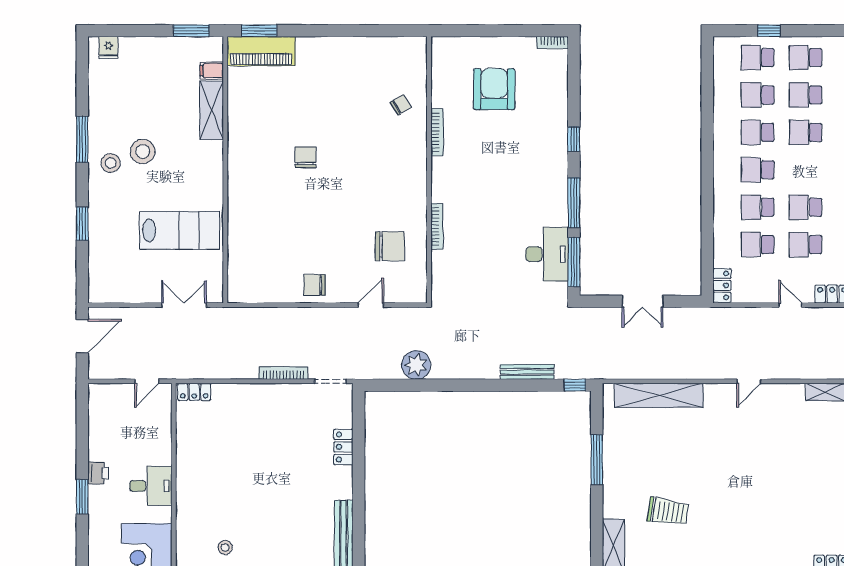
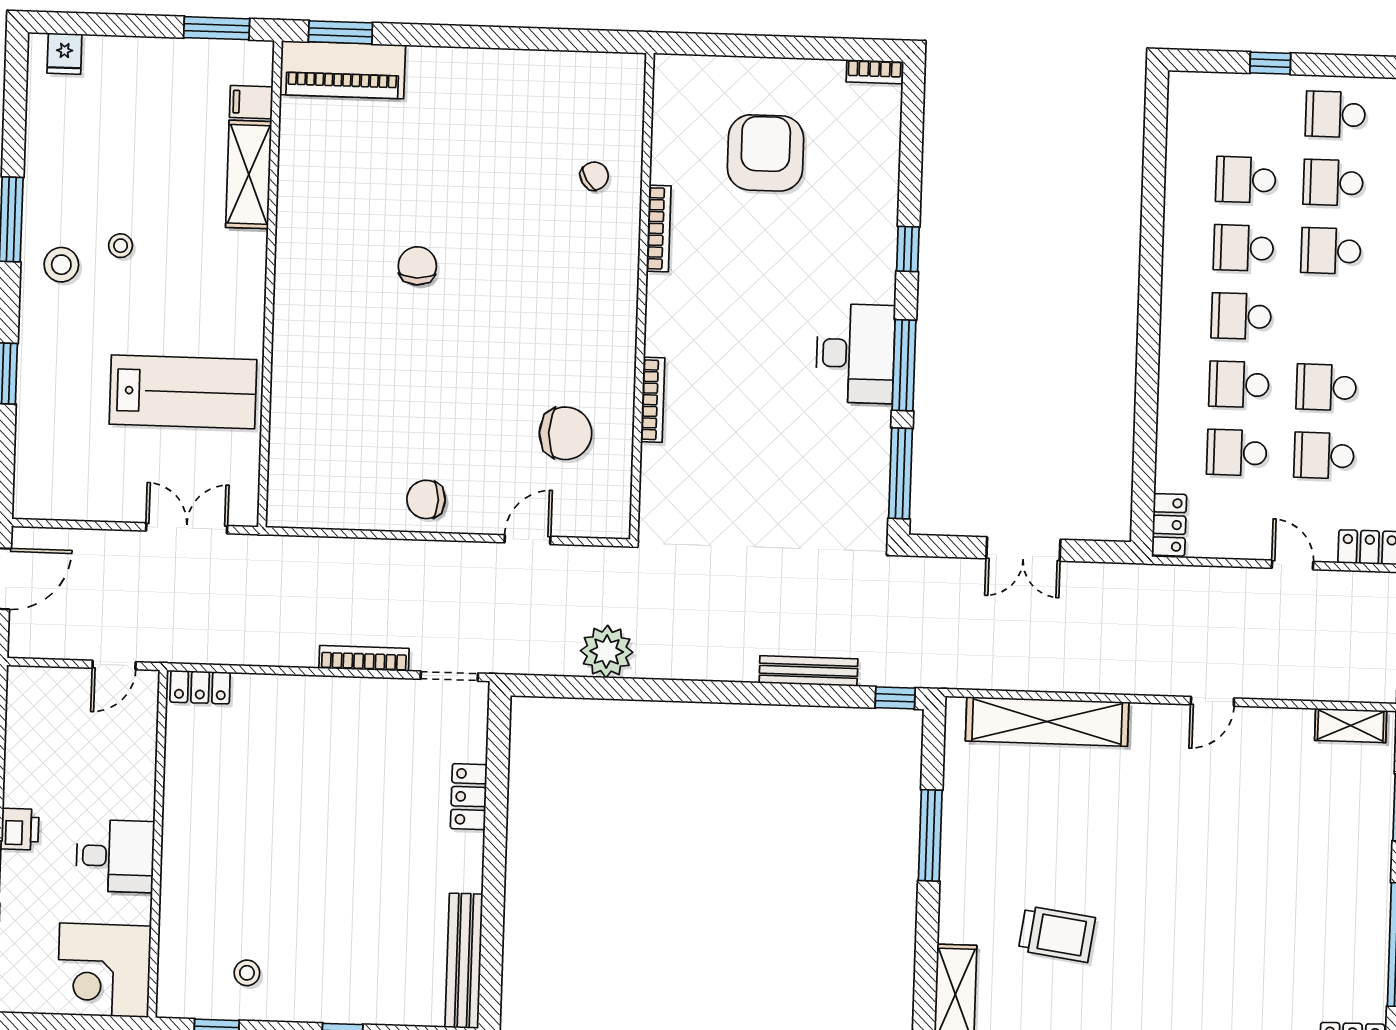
school desk: (758, 58) -> (1248, 111), removed
stool: (143, 152) -> (121, 246), width x0.53, depth x0.53
desk: (547, 254) -> (855, 353), moved

